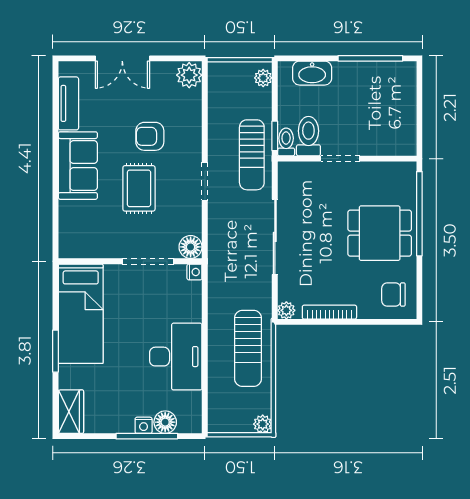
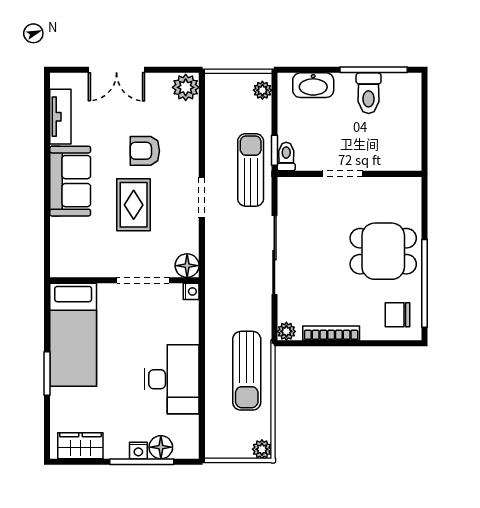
toilet: (308, 136) -> (369, 93), moved, turned 180
sun lounger: (252, 155) -> (251, 170), turned 180
window: (419, 214) -> (424, 283), moved
wardrobe: (71, 412) -> (80, 446), moved, turned -90

